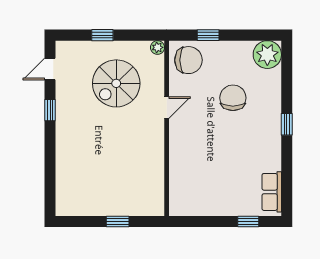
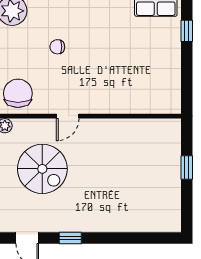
chair: (233, 98) -> (57, 47), width x0.54, depth x0.54
door: (167, 108) -> (68, 116), swing flipped

